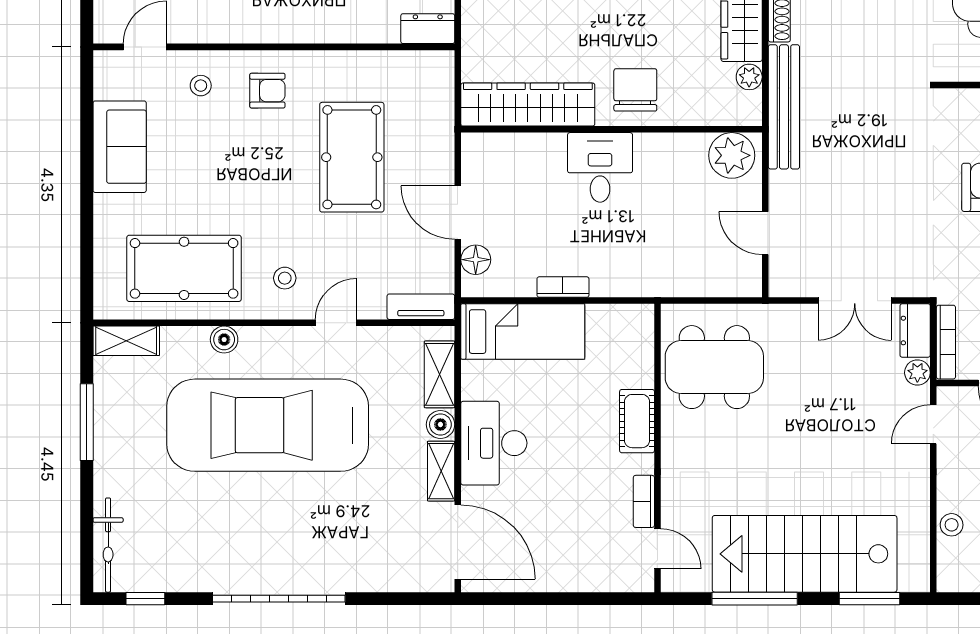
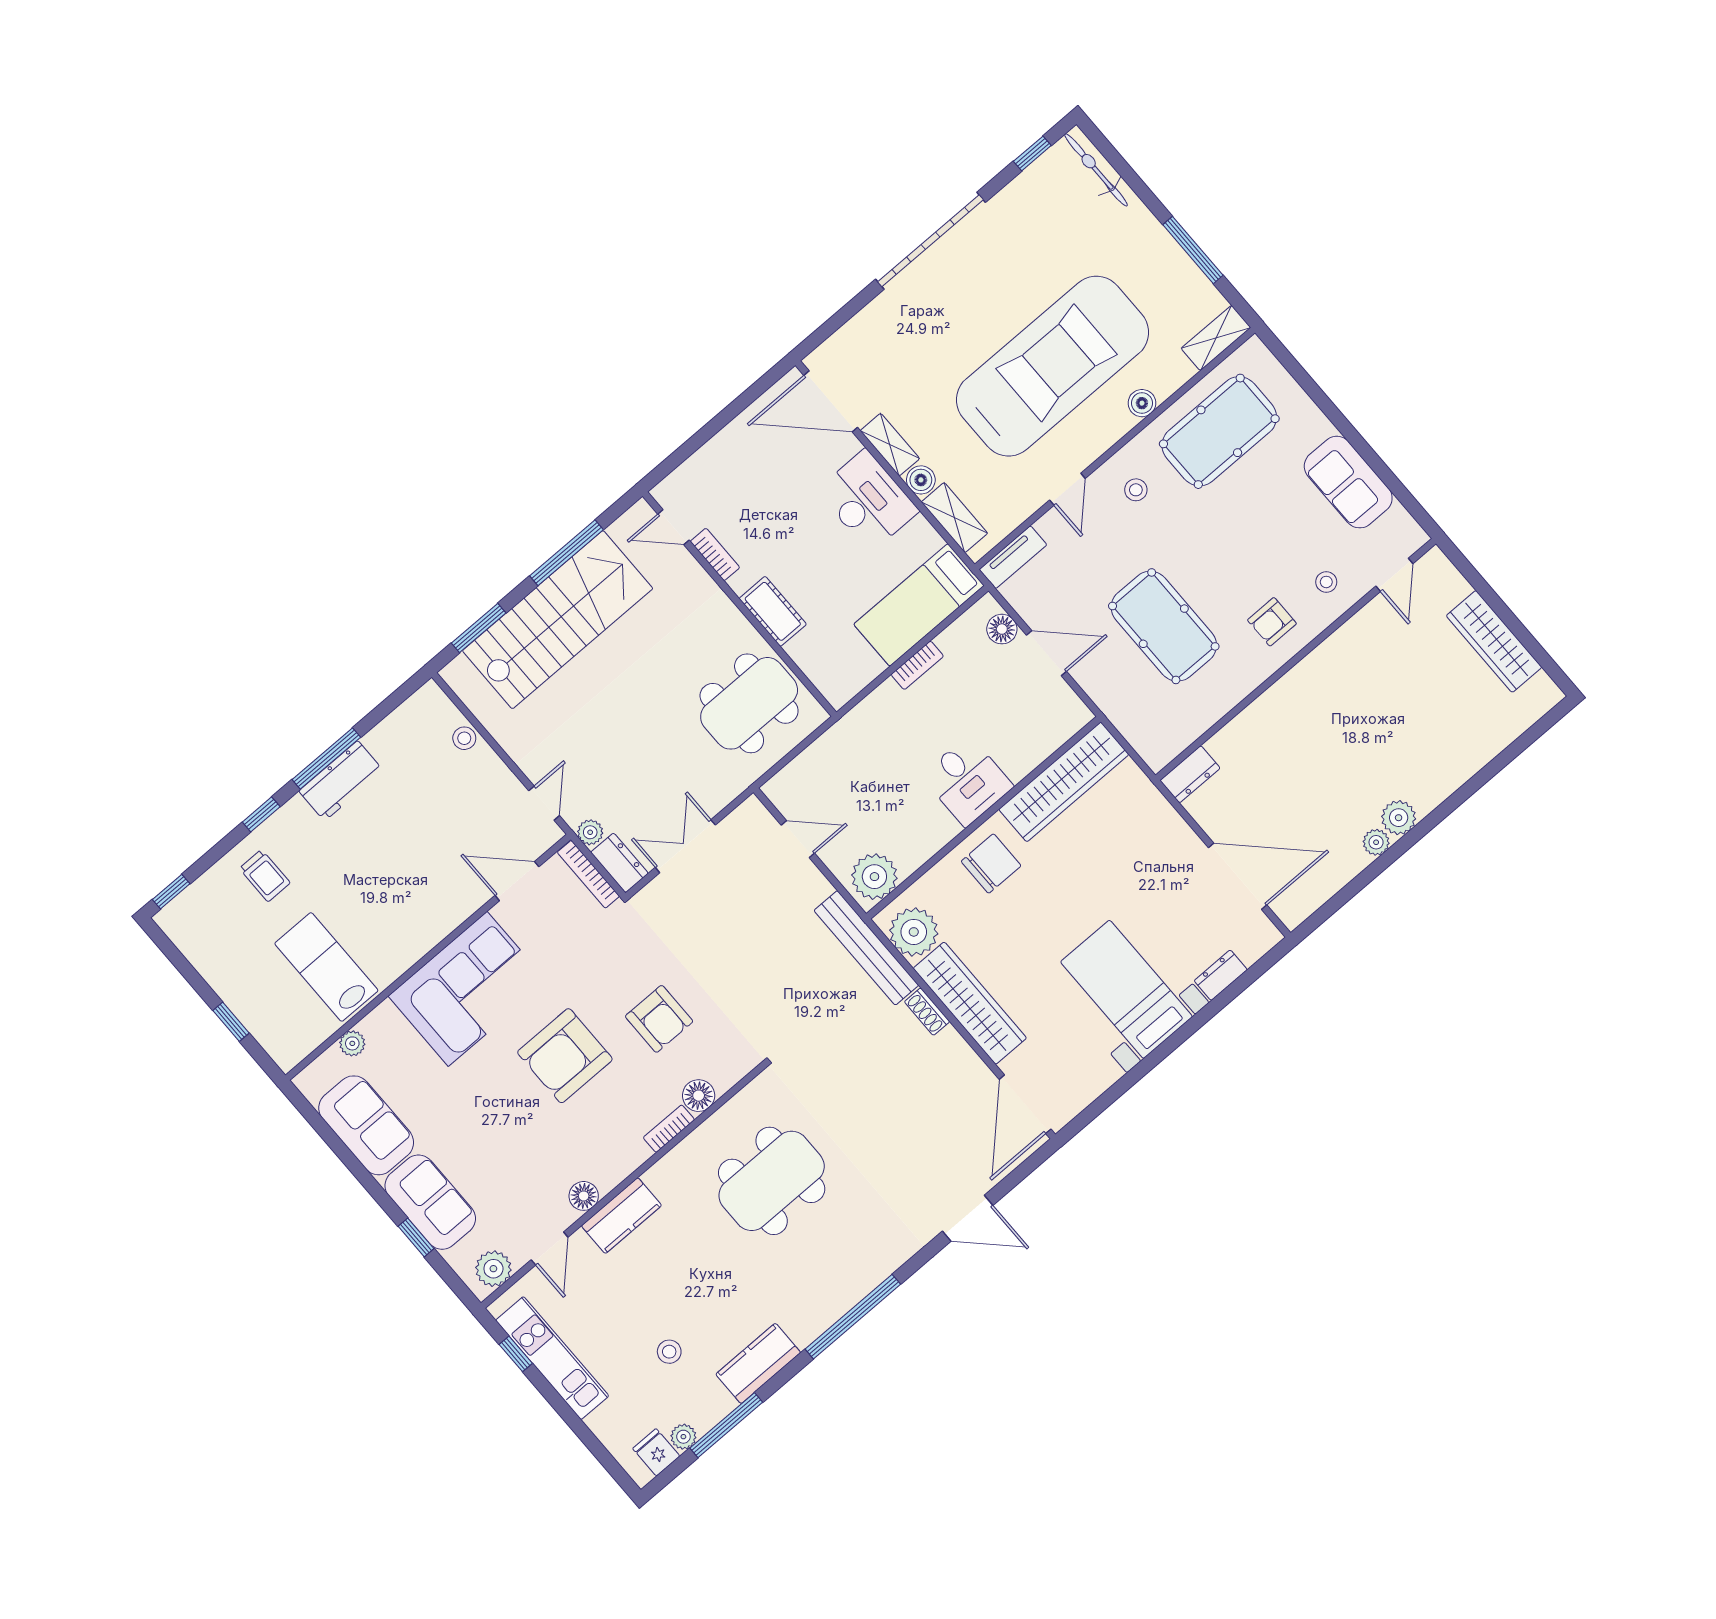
plant: (749, 77) -> (914, 932), width x1.88, depth x1.88
chair: (635, 90) -> (991, 864), turned -90

